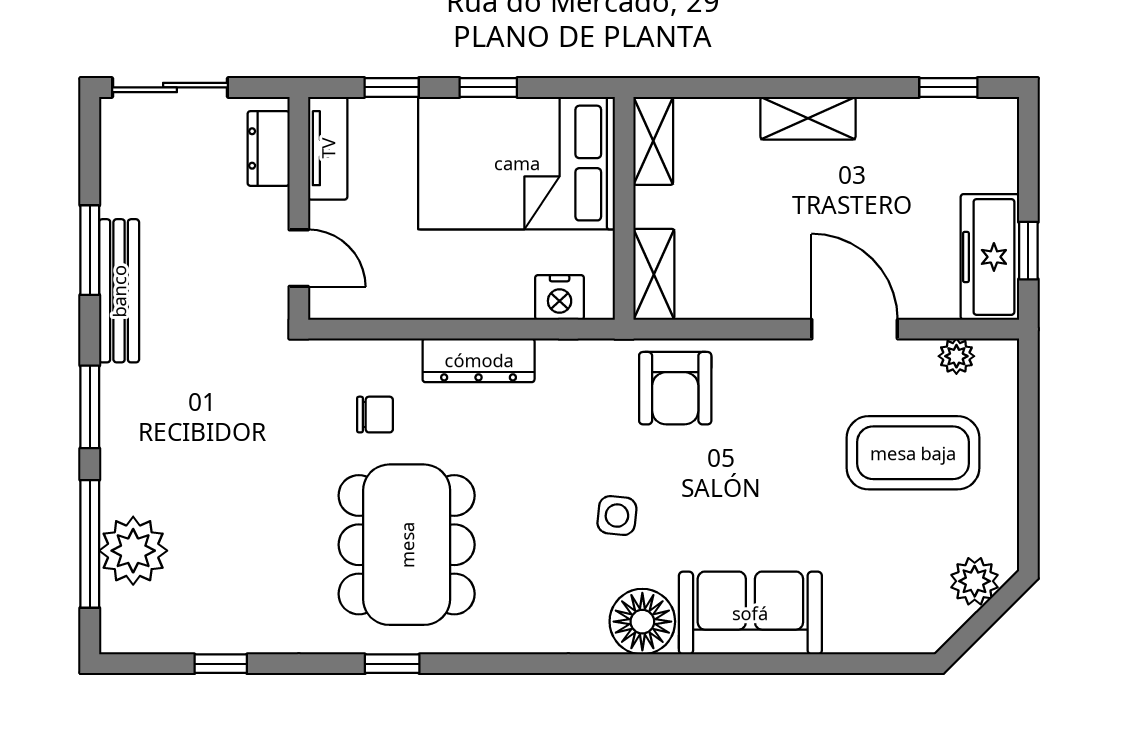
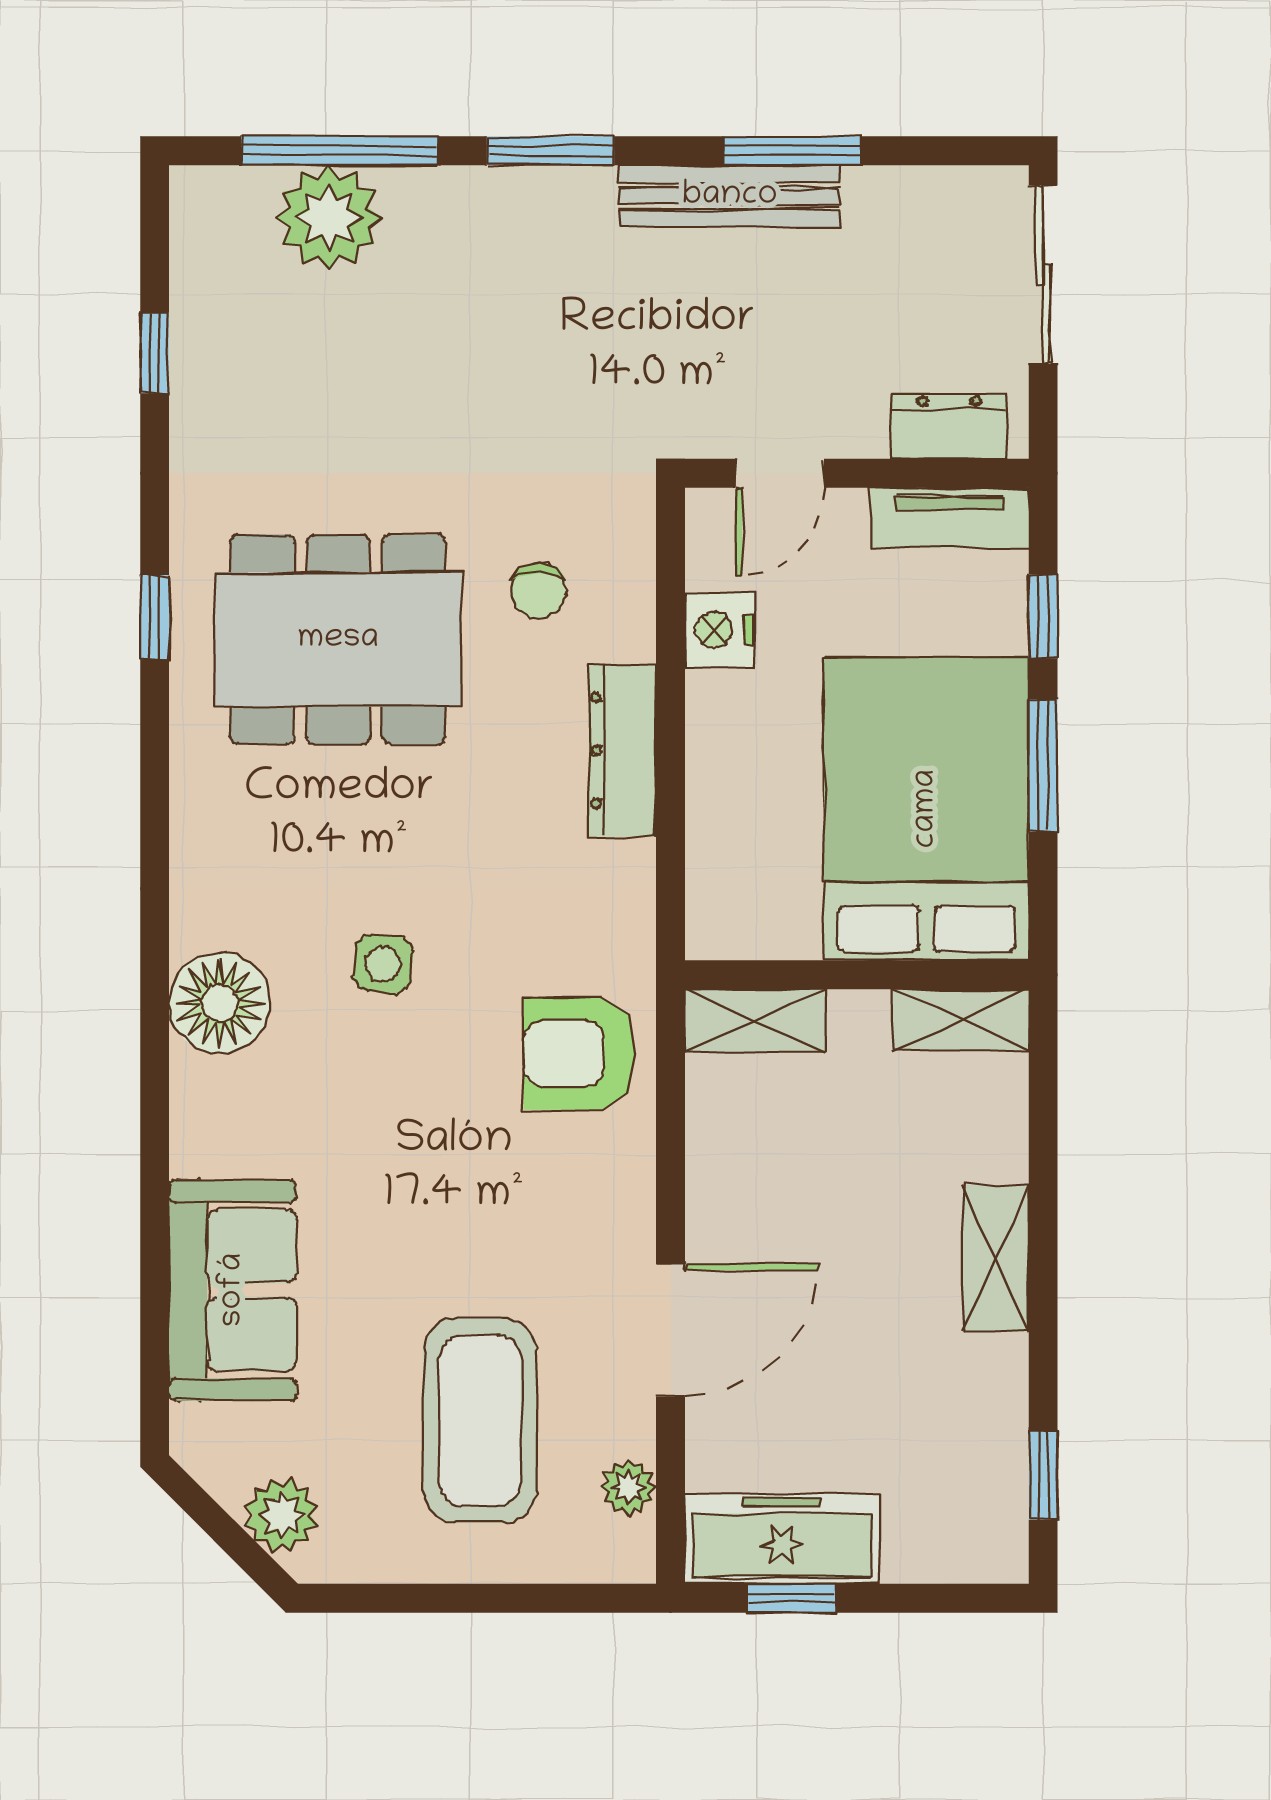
window: (488, 87) -> (1043, 765), width x1.50
nightstand: (560, 297) -> (719, 630), moved
sofa: (750, 613) -> (233, 1290), moved

